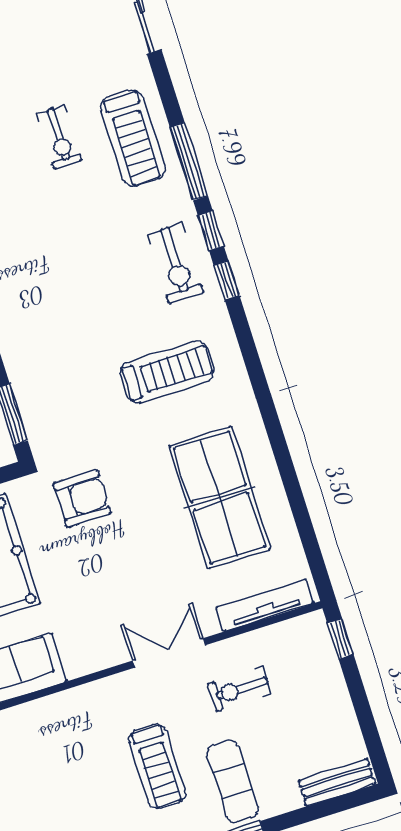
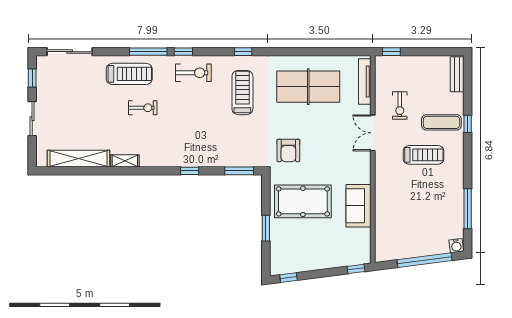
exercise bike: (59, 137) -> (143, 108), moved
window: (227, 280) -> (243, 52), moved
armchair: (82, 498) -> (288, 150), turned 180

